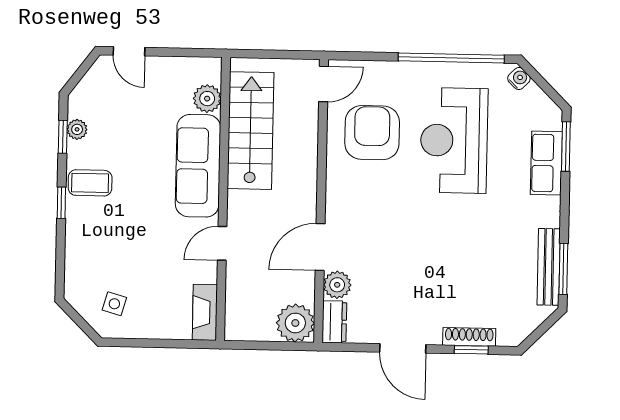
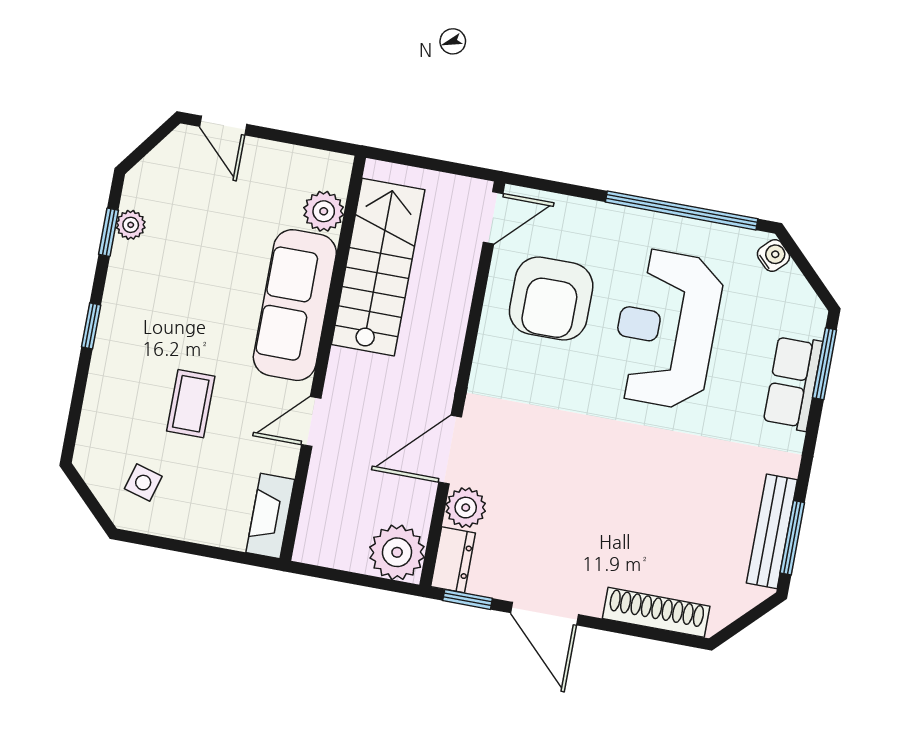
armchair: (372, 133) -> (551, 299), turned 180
coffee table: (90, 183) -> (191, 404), moved, turned 90
shoe rack: (469, 337) -> (656, 612), width x1.36, depth x1.24
window: (471, 350) -> (468, 599), moved

